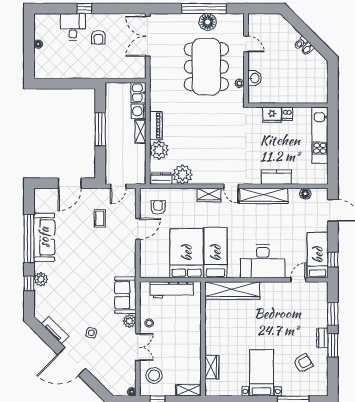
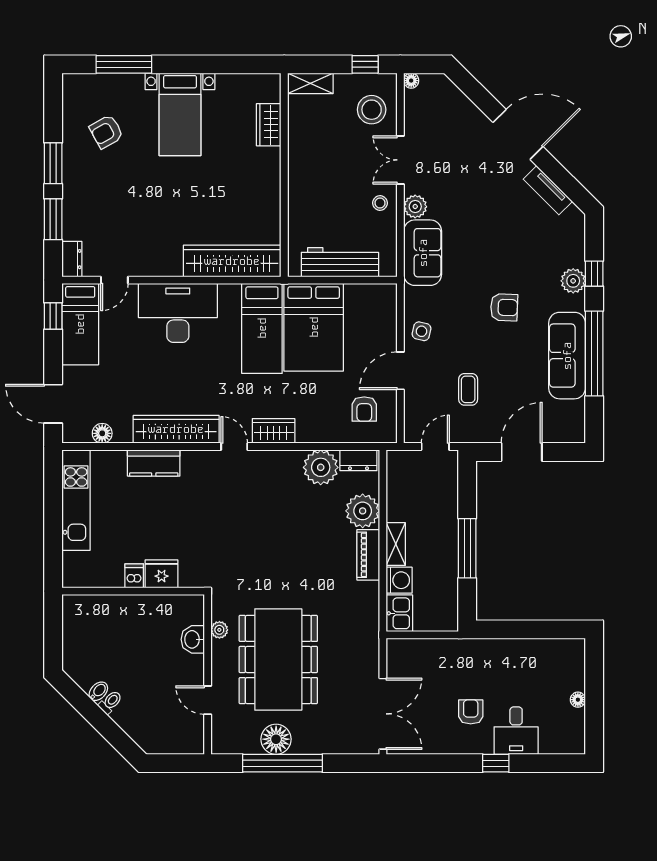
kitchen unit: (320, 135) -> (76, 500), moved
armchair: (80, 264) -> (504, 307), added
side table: (91, 333) -> (422, 331), moved
dresser: (322, 338) -> (72, 259), moved

